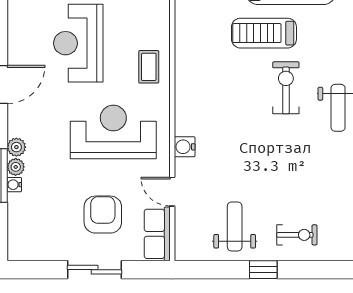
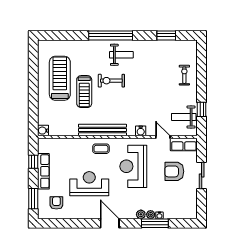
reception desk: (78, 43) -> (89, 184), turned 180
bench: (186, 70) -> (102, 130), added
door: (172, 192) -> (163, 137), swing flipped
weight bench: (235, 226) -> (184, 117), moved
window: (263, 270) -> (202, 109), moved

